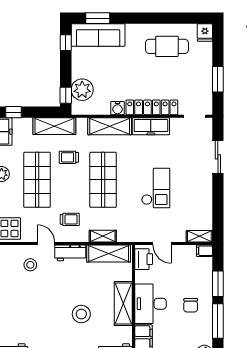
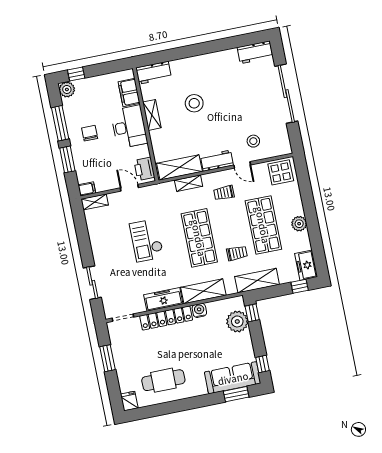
shelving: (123, 304) -> (152, 115), width x0.67, depth x0.75

